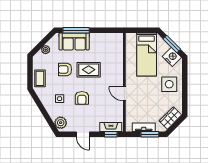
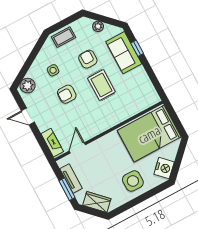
window: (76, 30) -> (137, 48), width x0.46
window: (172, 44) -> (178, 160), removed
bed: (147, 54) -> (149, 134), width x1.50
door: (124, 94) -> (77, 148), moved
door: (83, 134) -> (28, 116), hinge flipped
window: (111, 134) -> (44, 147), removed

